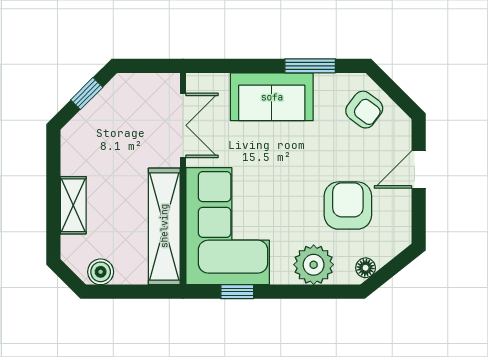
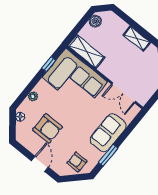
armchair: (364, 110) -> (77, 162), turned 53
shelving: (73, 205) -> (137, 39), moved
shelving: (164, 226) -> (86, 52), width x0.68
plant: (314, 265) -> (33, 96), width x0.53, depth x0.53

